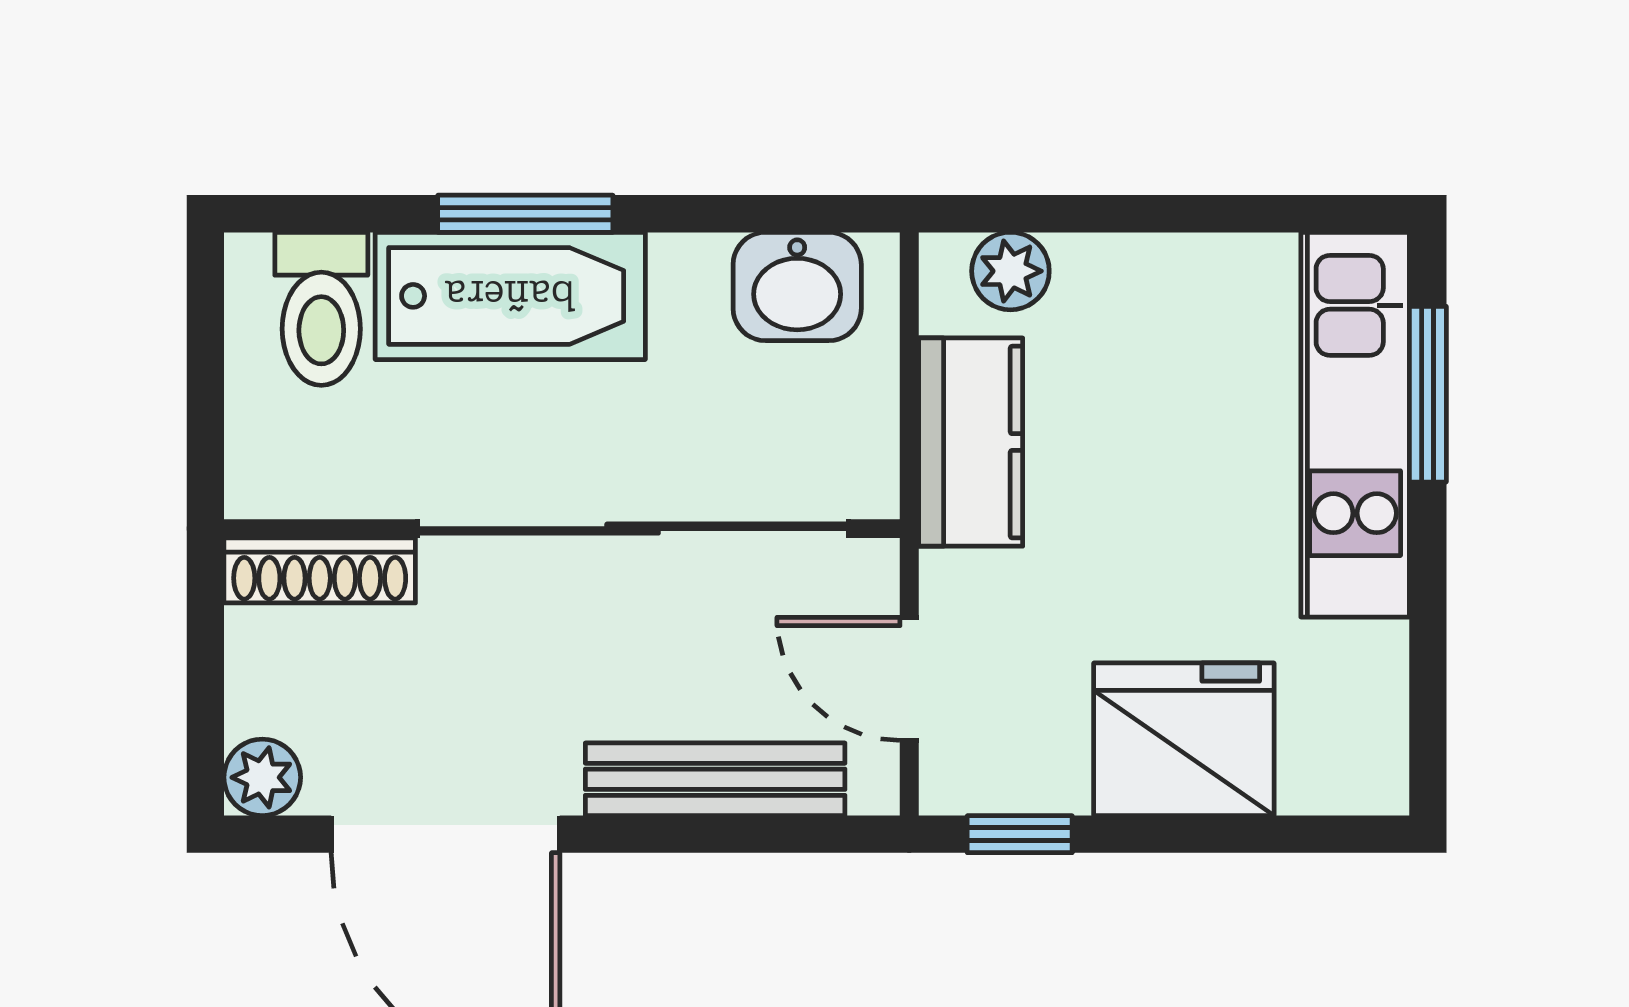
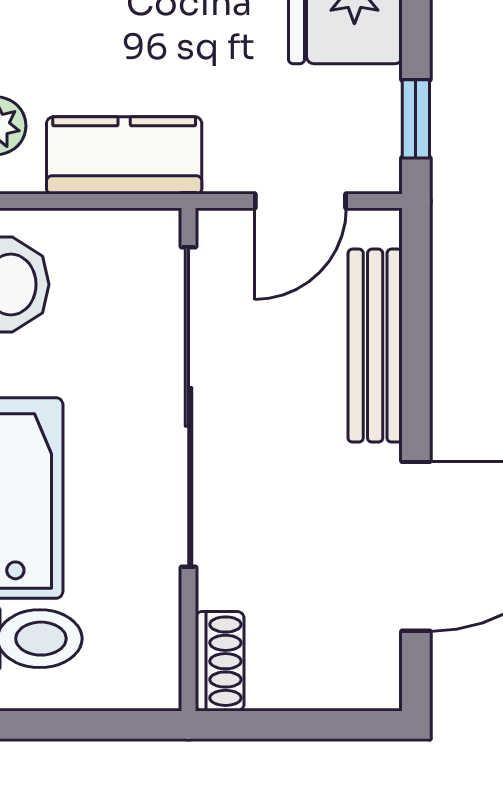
shoe rack: (320, 570) -> (220, 661), width x0.70
plant: (262, 777) -> (374, 683), removed

